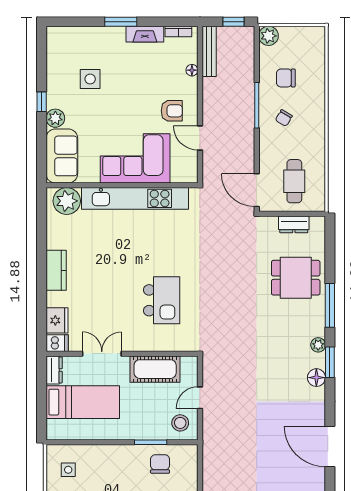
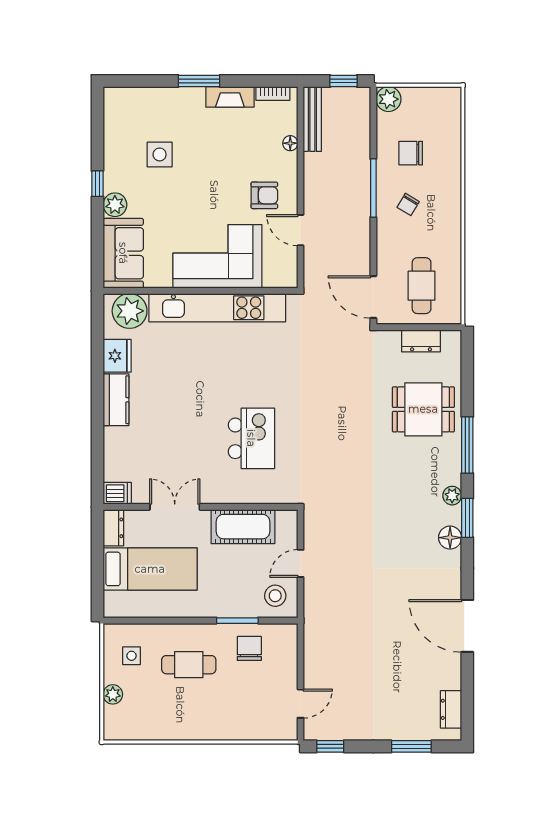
fridge: (57, 320) -> (117, 356), moved
cafe table: (113, 477) -> (189, 665), added

